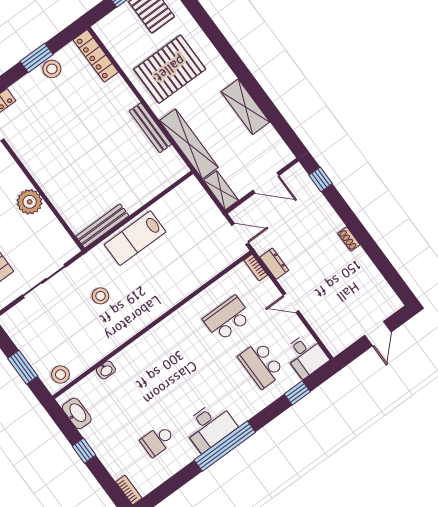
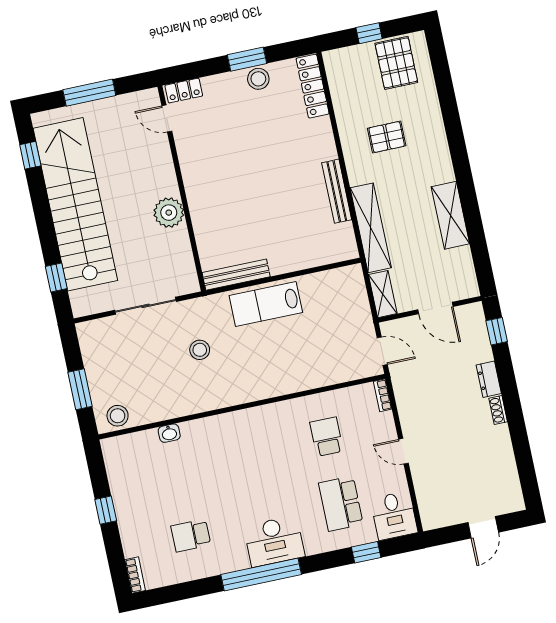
pallet: (170, 69) -> (387, 137), width x0.49, depth x0.50
dresser: (274, 264) -> (489, 379), moved, turned 180
school desk: (227, 318) -> (327, 437), width x0.54
washbasin: (77, 413) -> (116, 466), removed
desk: (210, 426) -> (274, 541), moved

